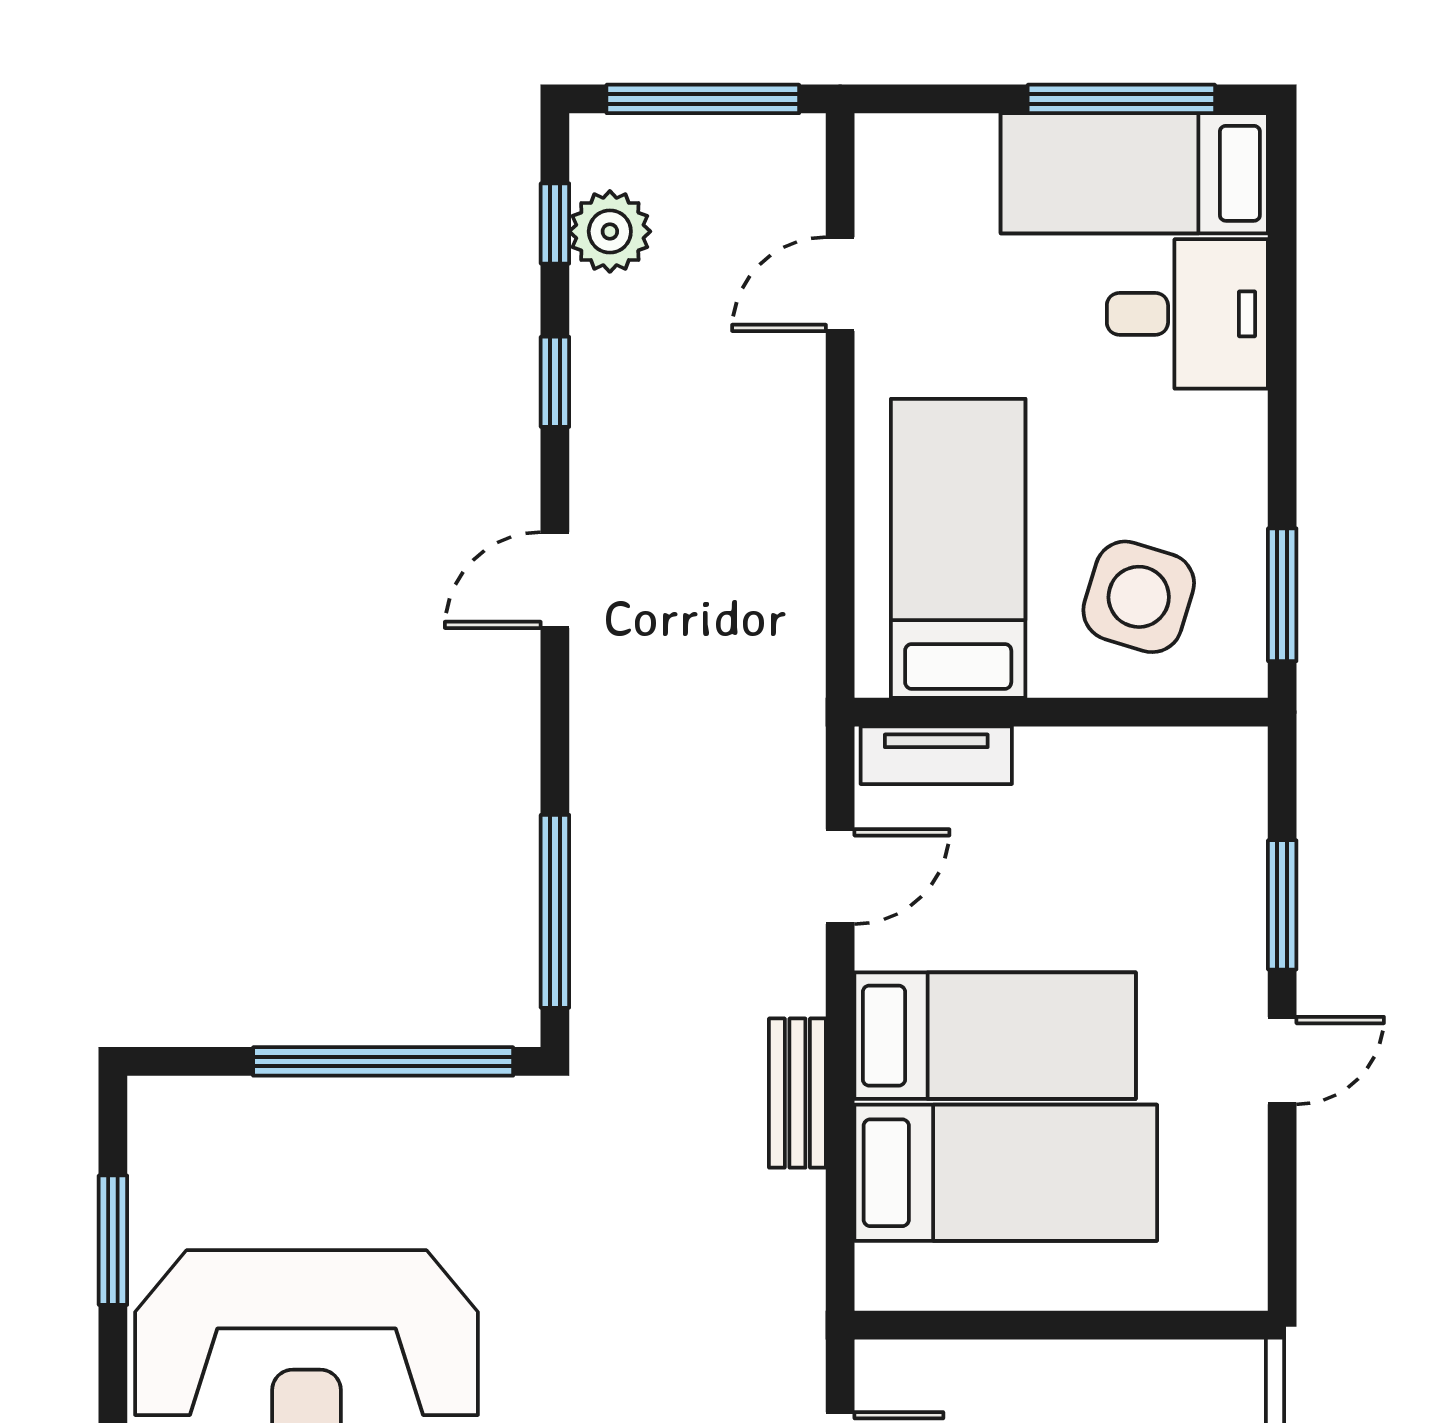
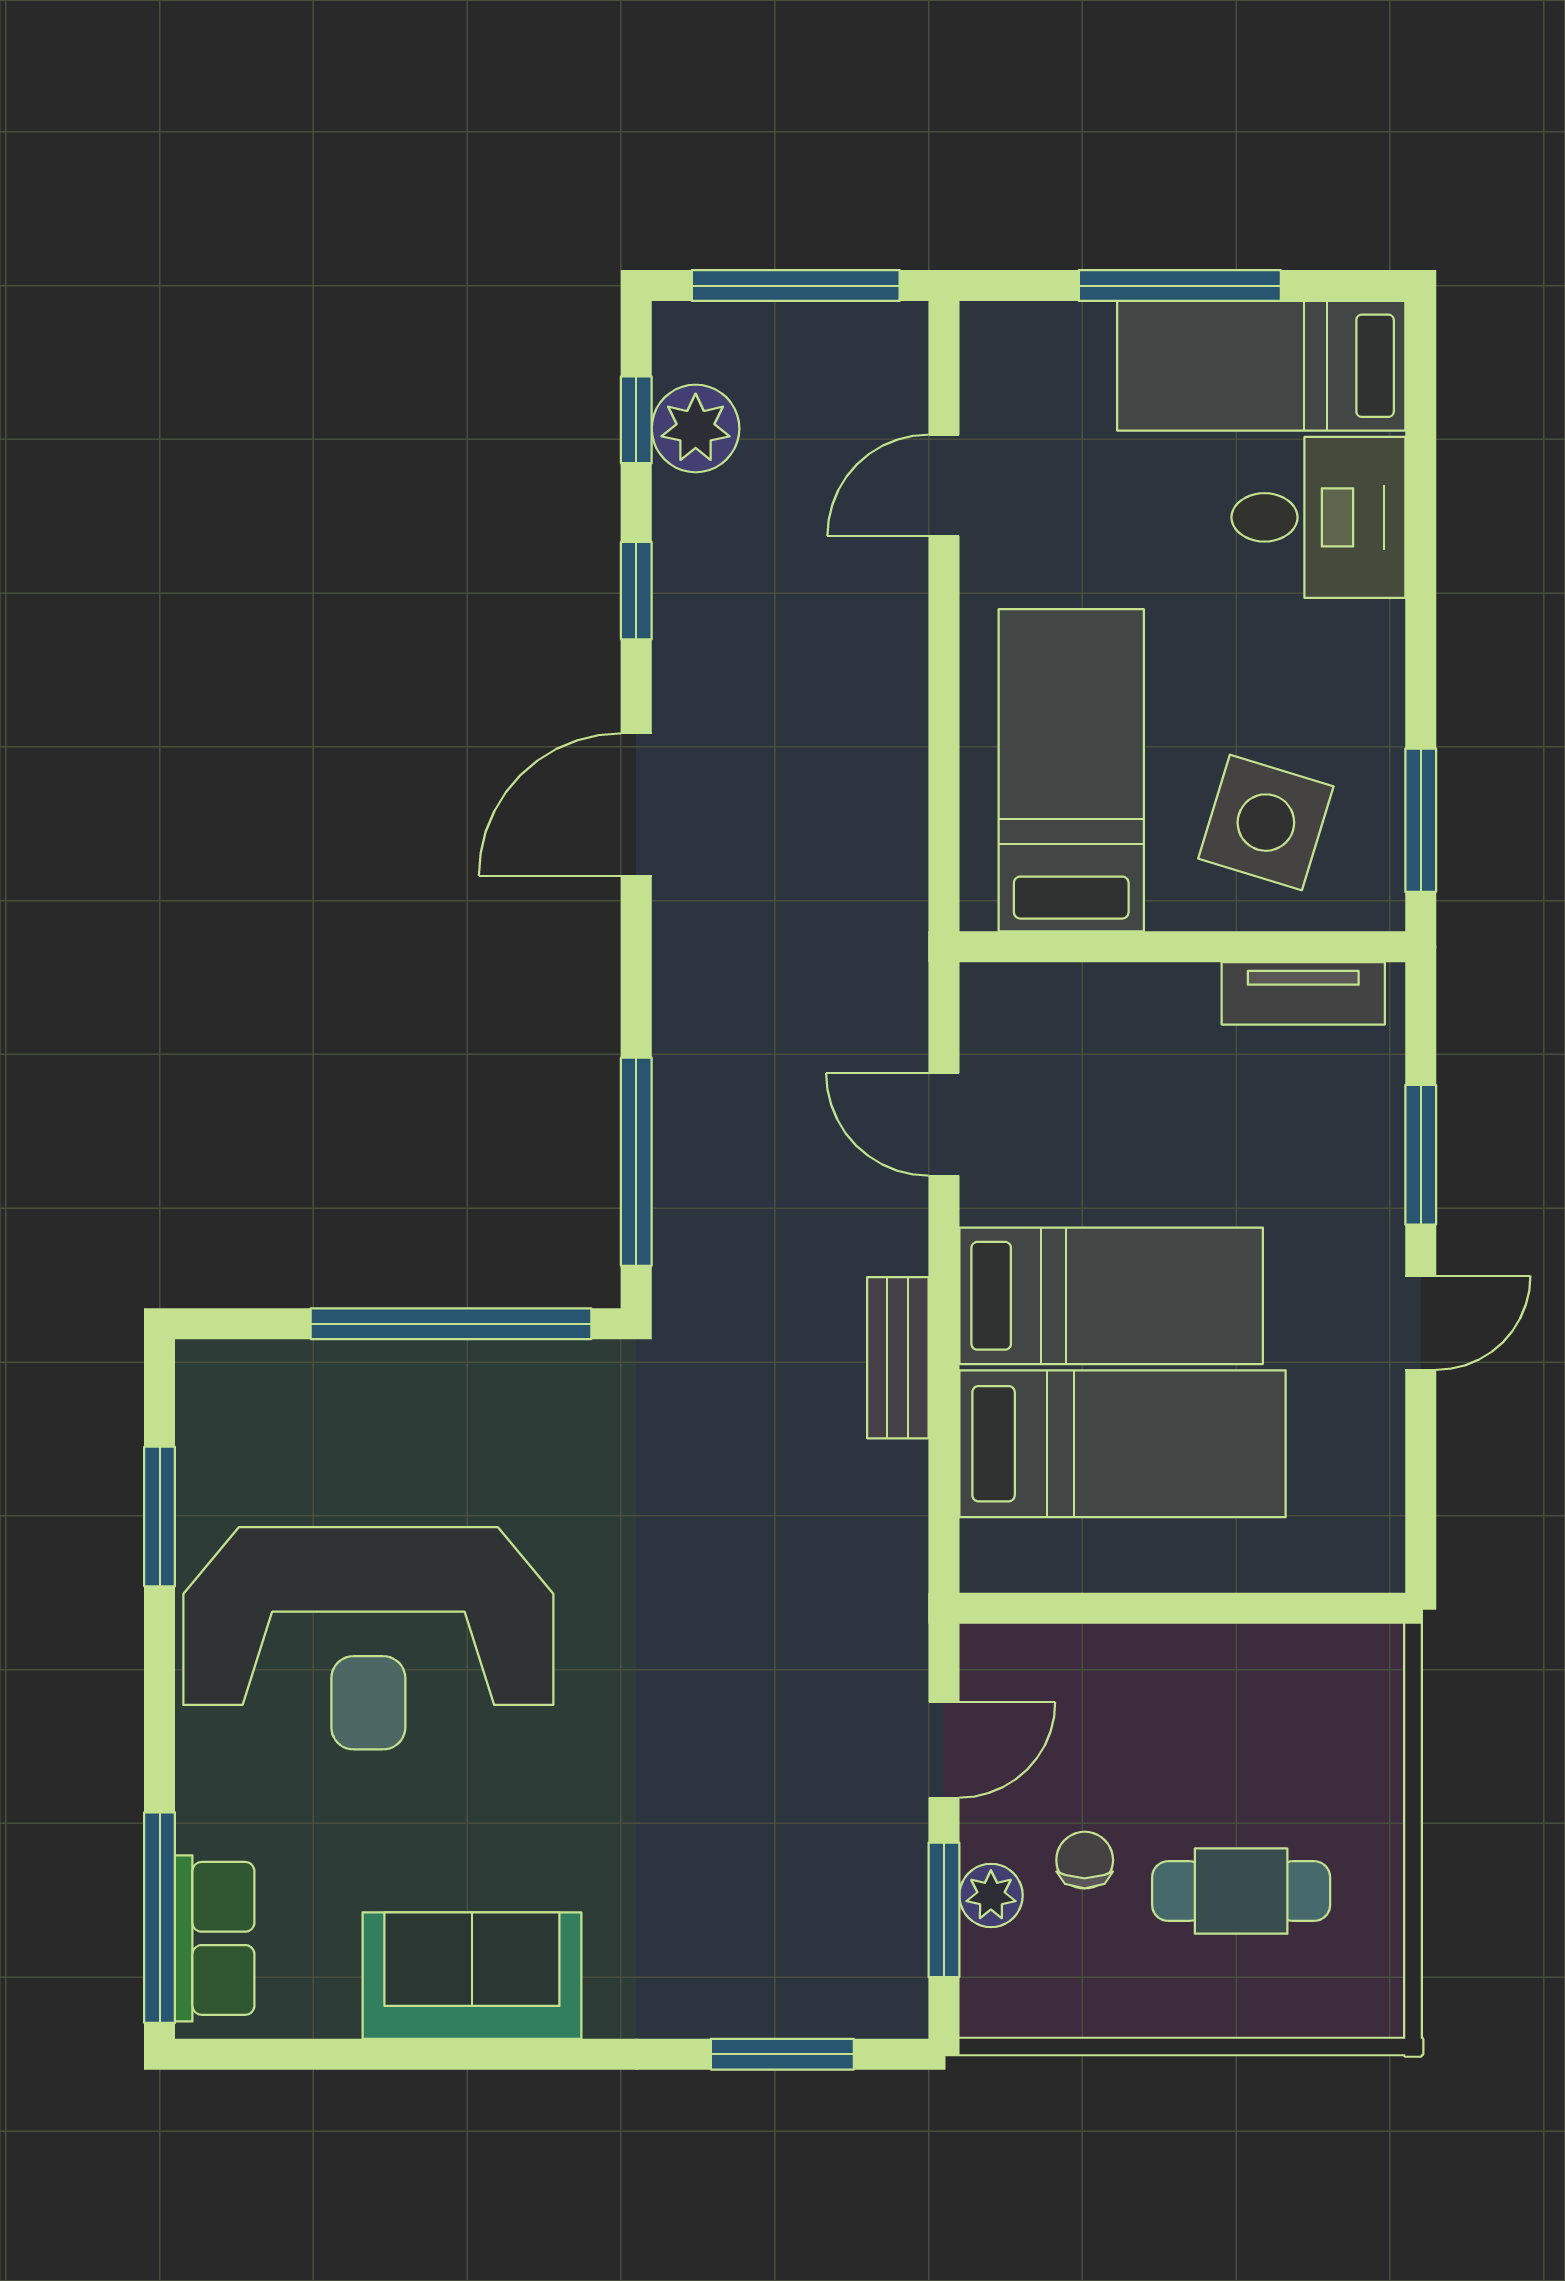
window: (1121, 99) -> (1180, 286), moved
door: (555, 580) -> (636, 805), width x1.38
tv unit: (936, 755) -> (1303, 993), moved
door: (840, 877) -> (944, 1124), swing flipped

